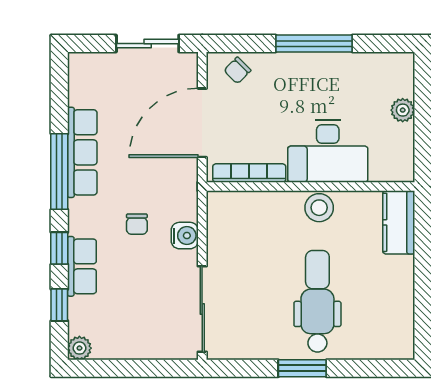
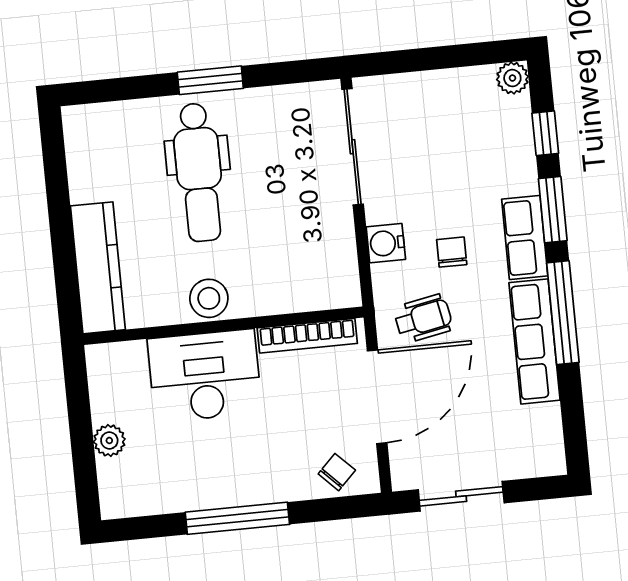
wheelchair: (163, 177) -> (423, 318), added
kitchen counter: (399, 222) -> (98, 268), width x1.50
window: (59, 248) -> (553, 210), width x1.50
row of seats: (82, 266) -> (525, 237), moved

